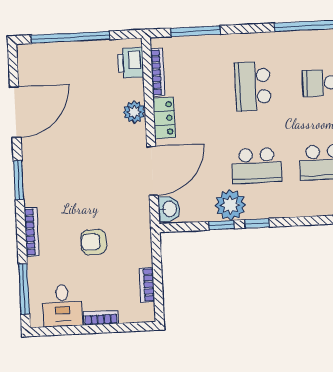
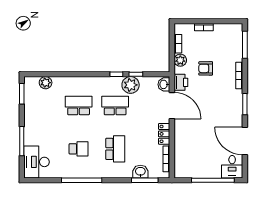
washbasin: (204, 47) -> (140, 172), added
printer: (131, 63) -> (181, 82), moved
door: (15, 112) -> (245, 141), hinge flipped
plant: (134, 112) -> (180, 60), moved
door: (152, 171) -> (172, 106), swing flipped
armchair: (94, 242) -> (206, 68), turned 180
desk: (62, 306) -> (232, 167), moved, turned 180

